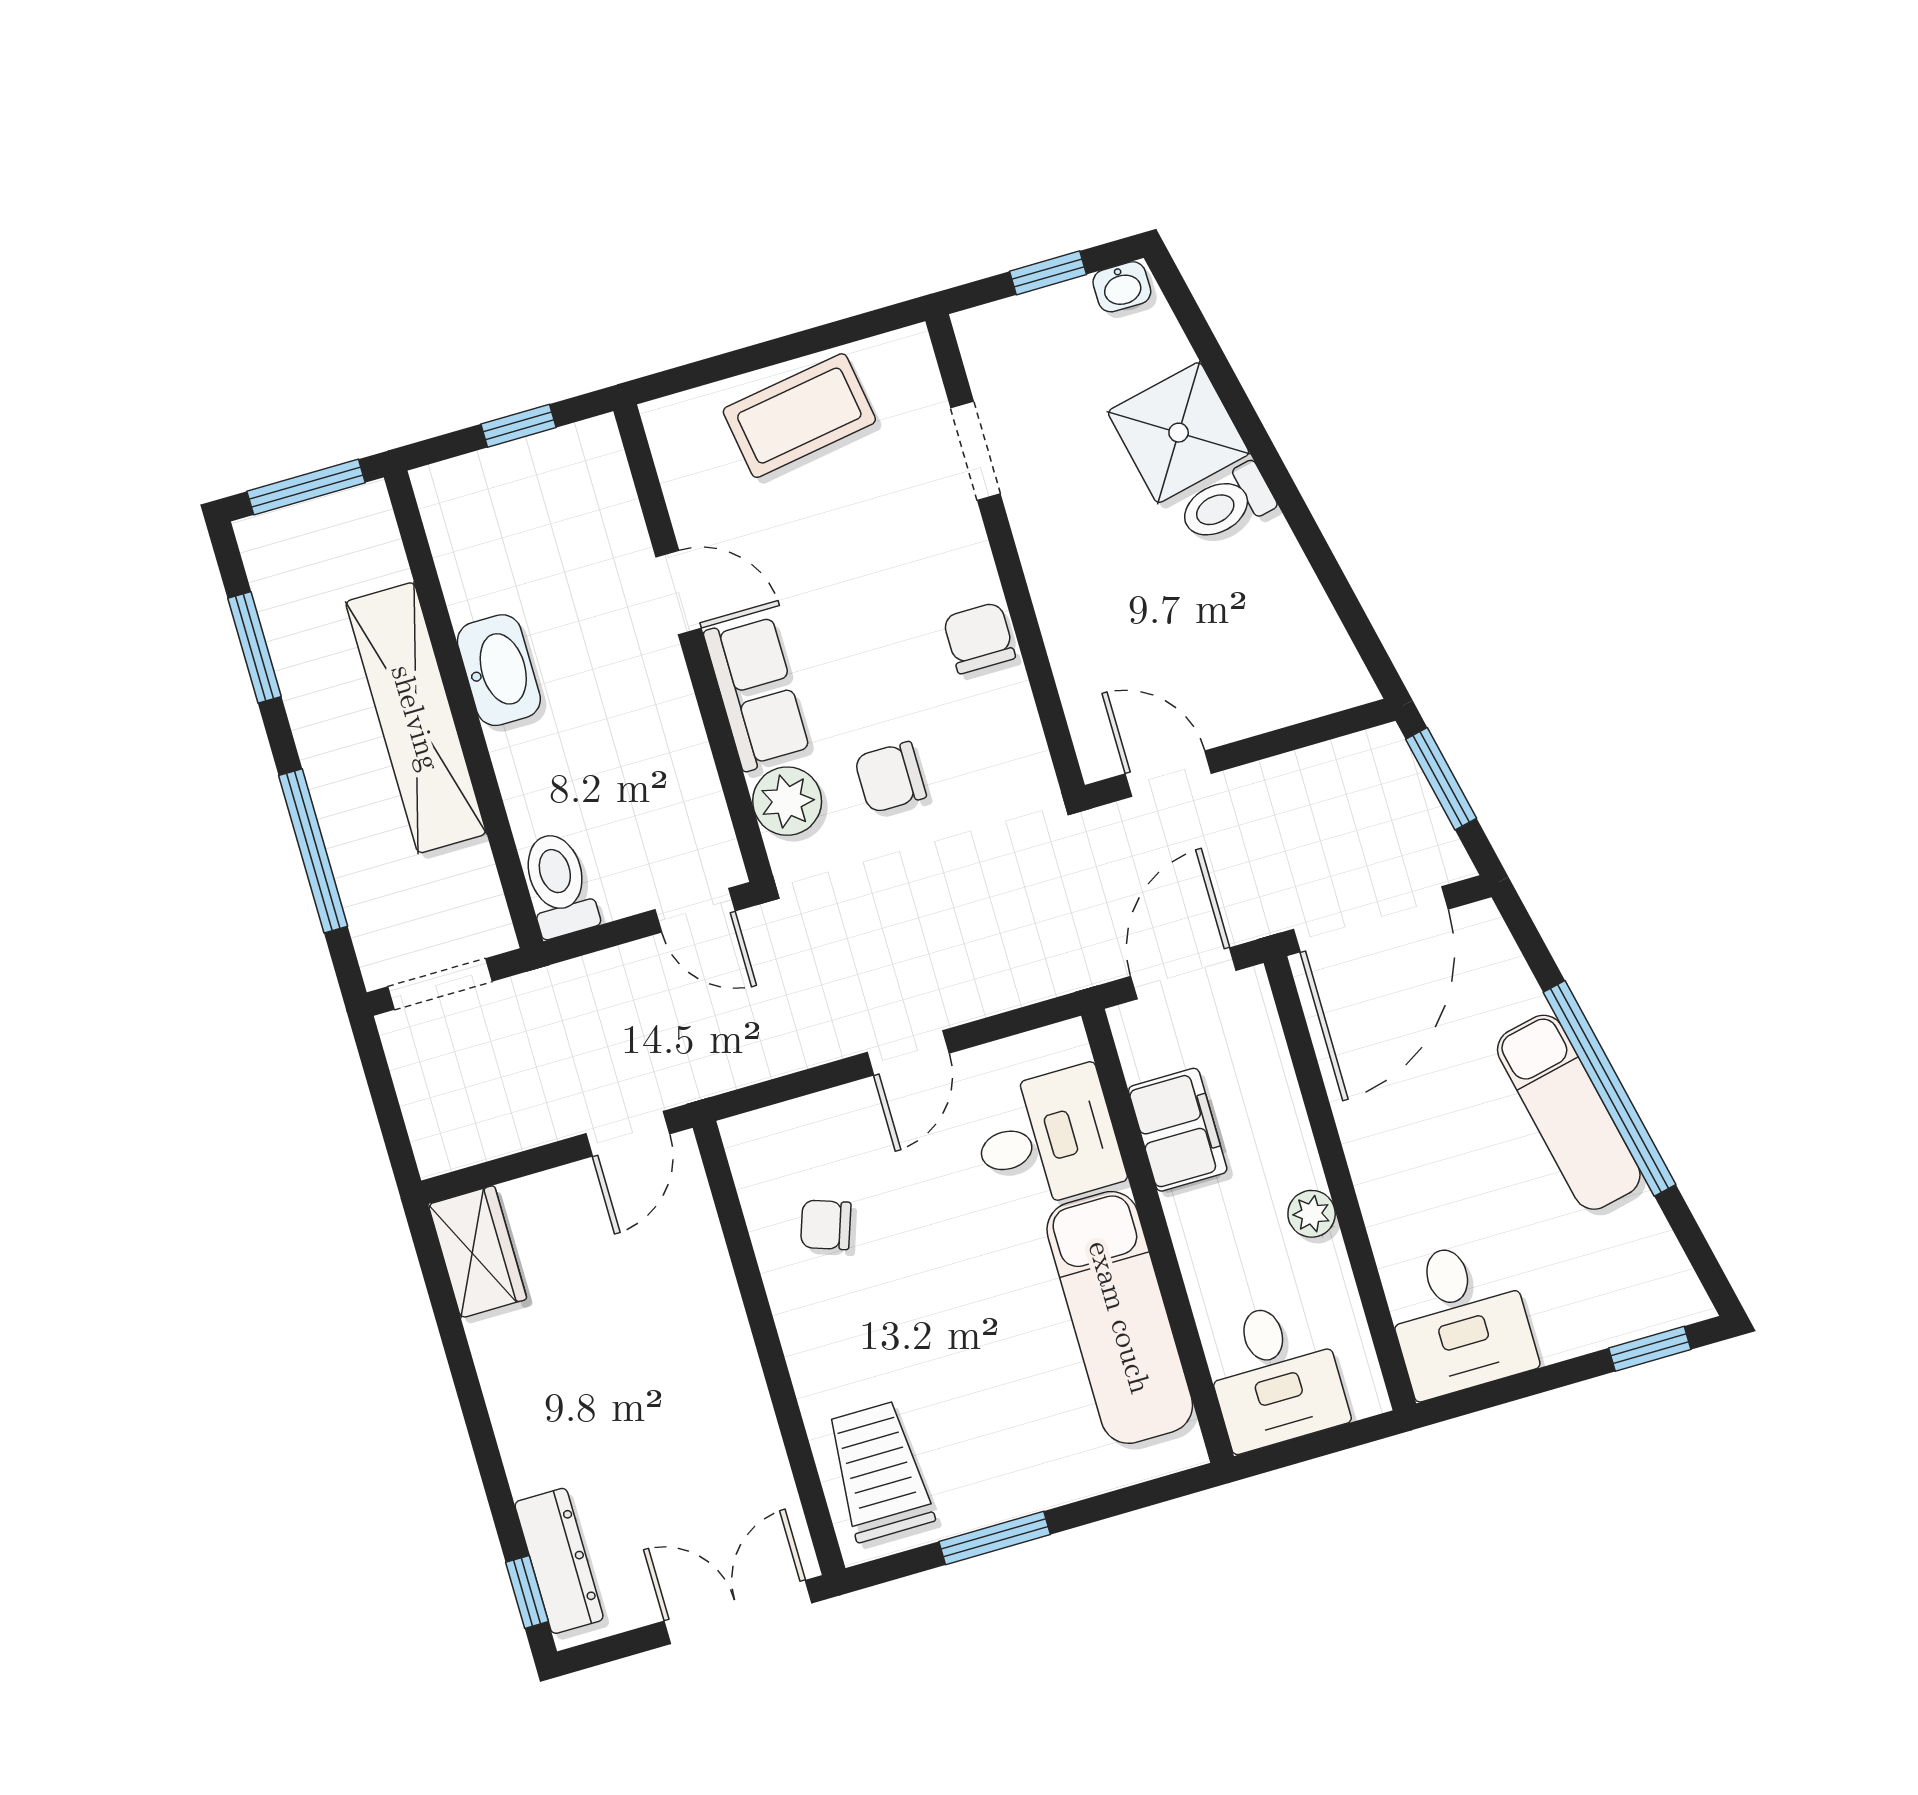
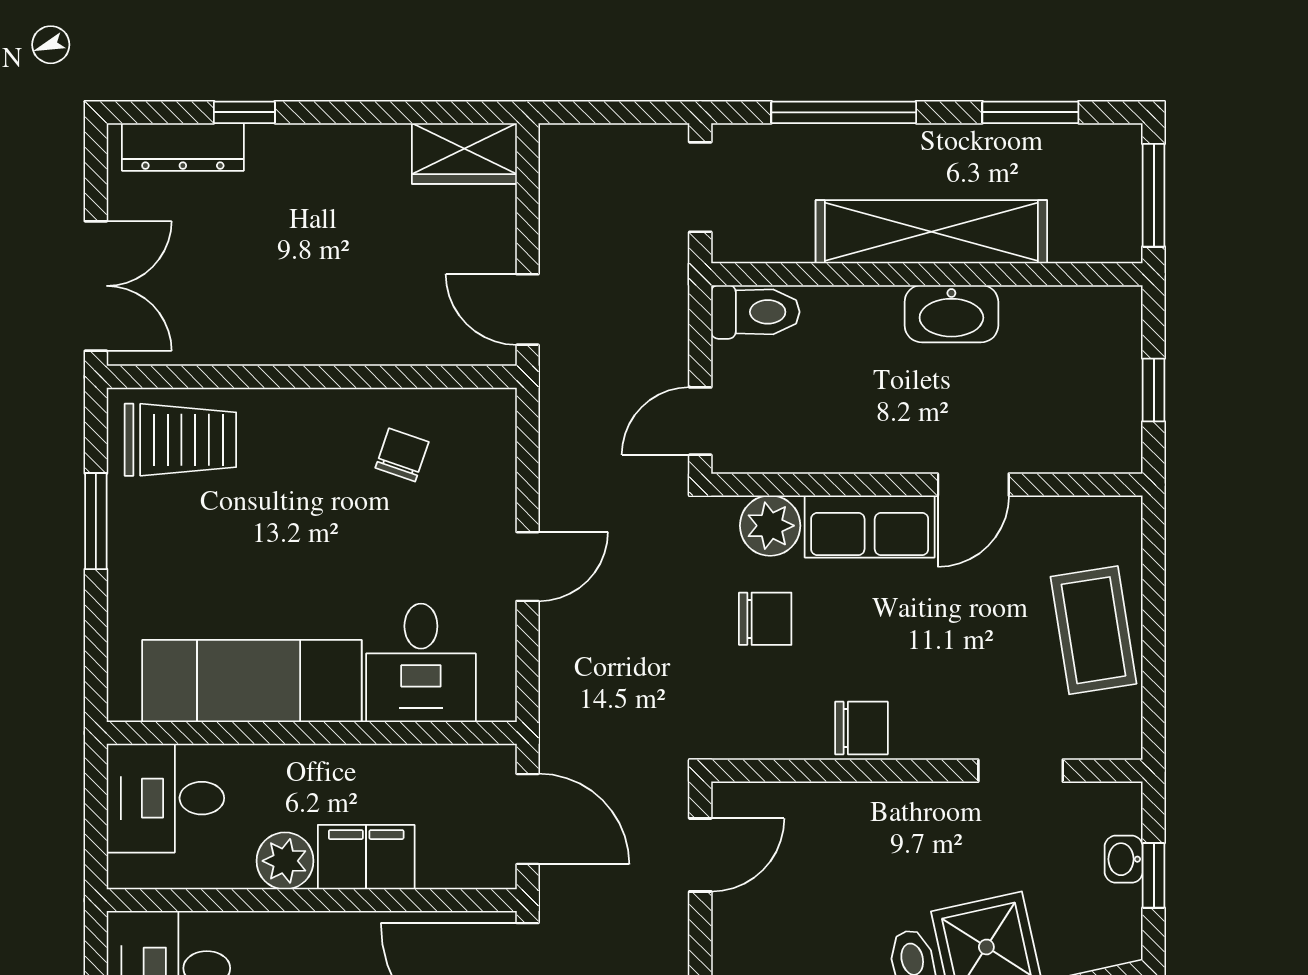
washbasin: (1122, 287) -> (1124, 859), moved
chair: (890, 777) -> (765, 619), turned 90
door: (908, 1053) -> (528, 567), swing flipped
filing cabinet: (1178, 1130) -> (366, 857), moved, turned 180
plant: (1312, 1214) -> (285, 861), width x1.38, depth x1.38
window: (527, 1592) -> (244, 112), moved

